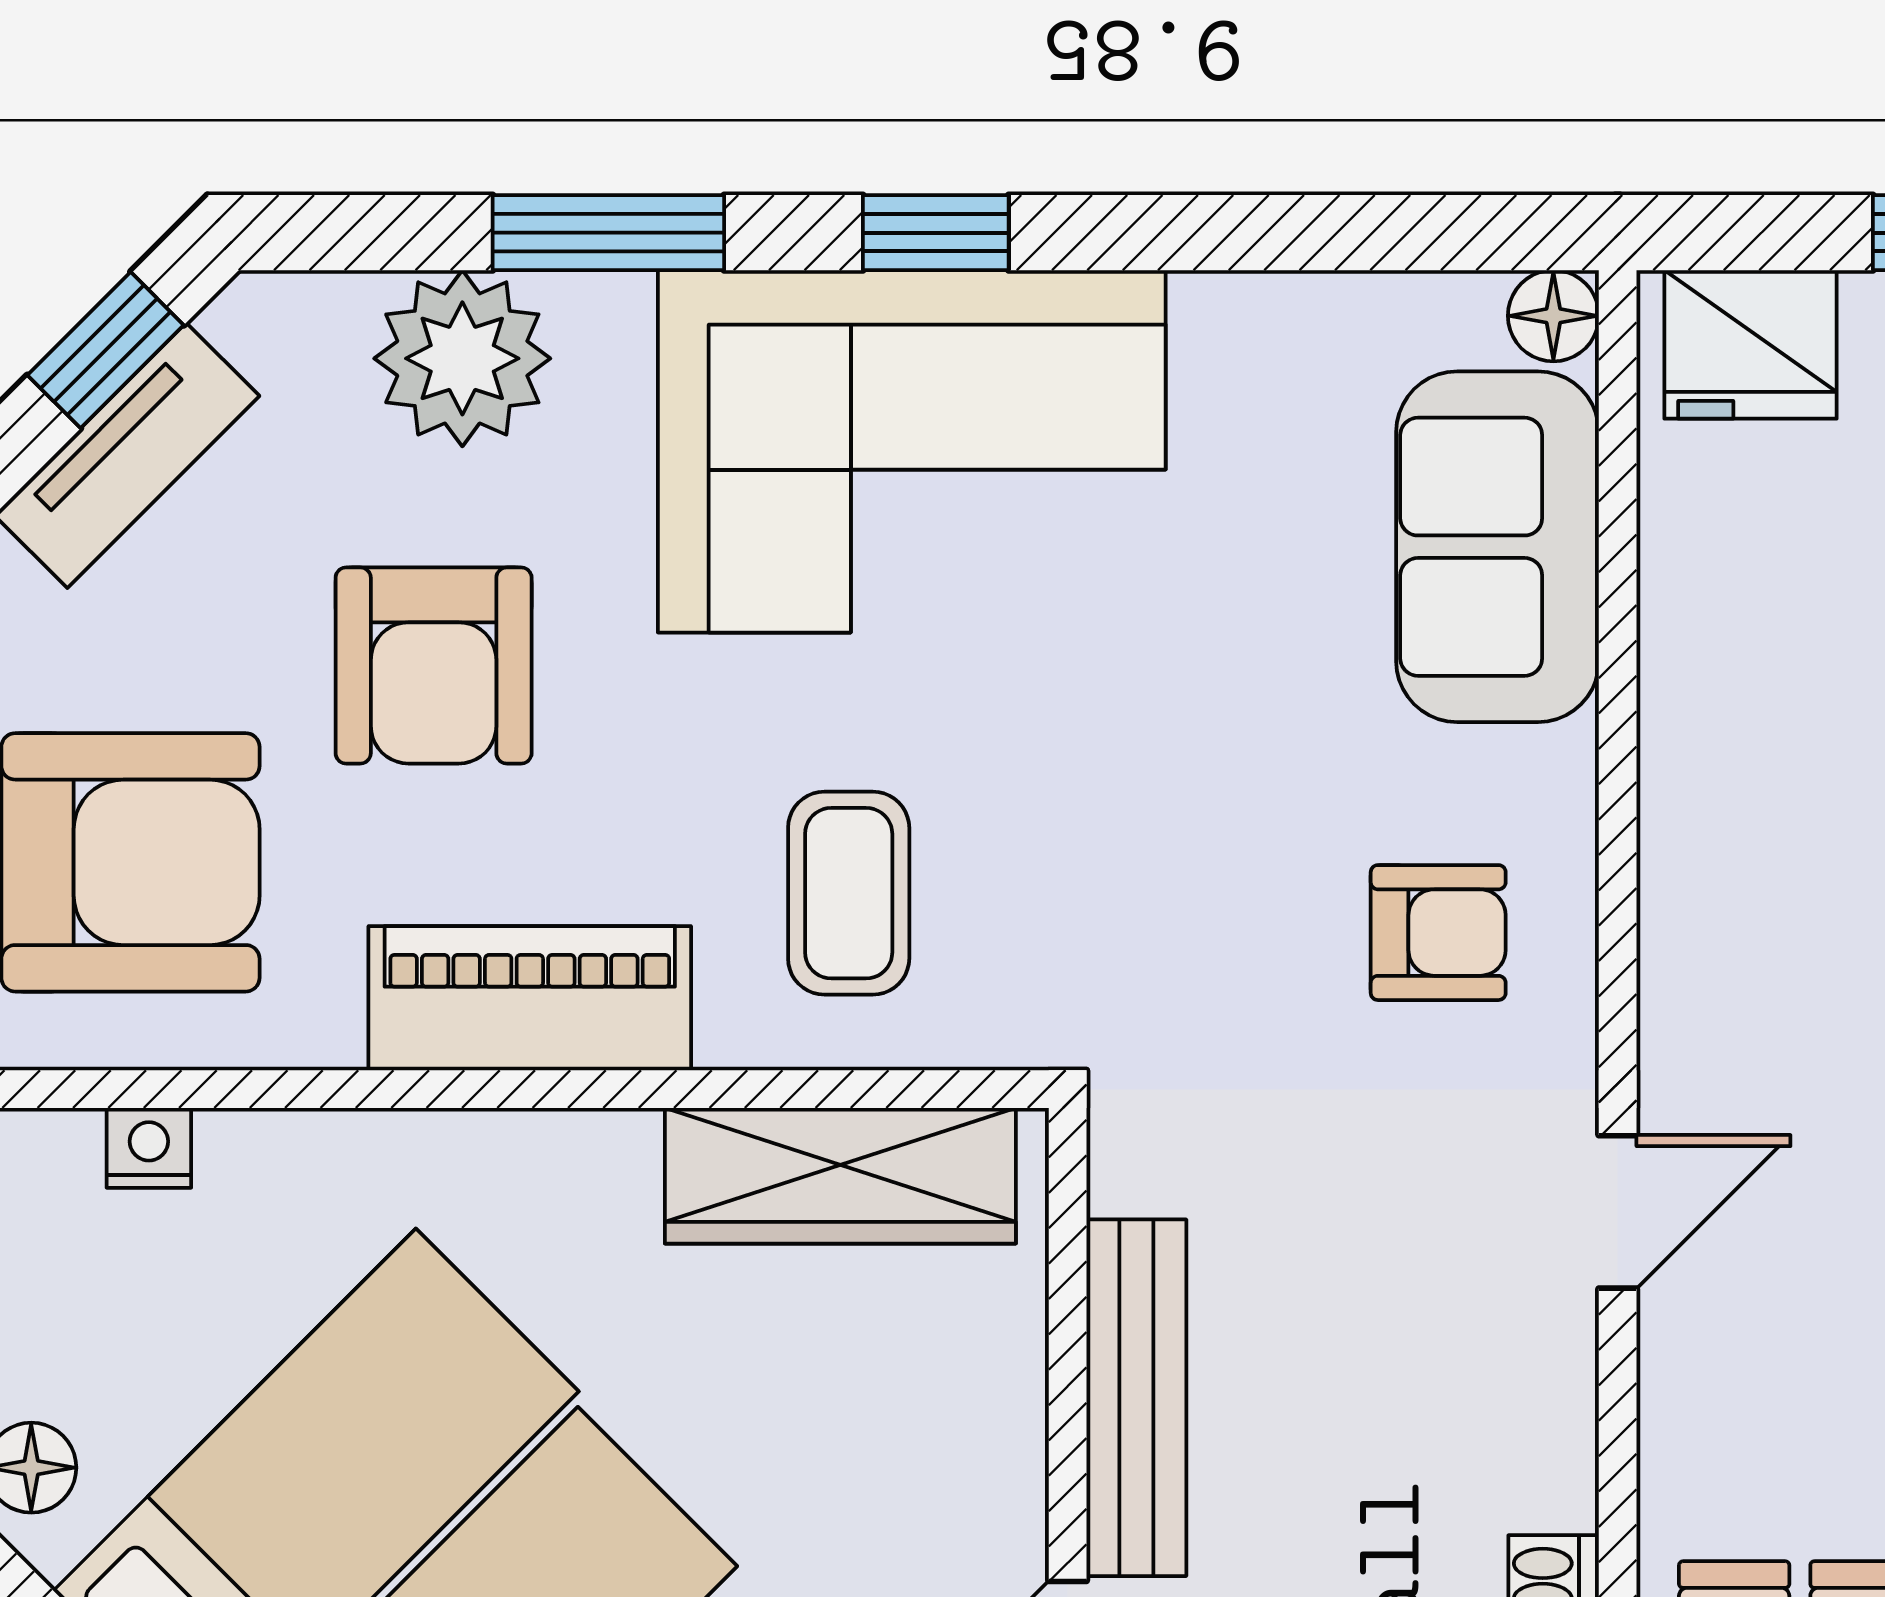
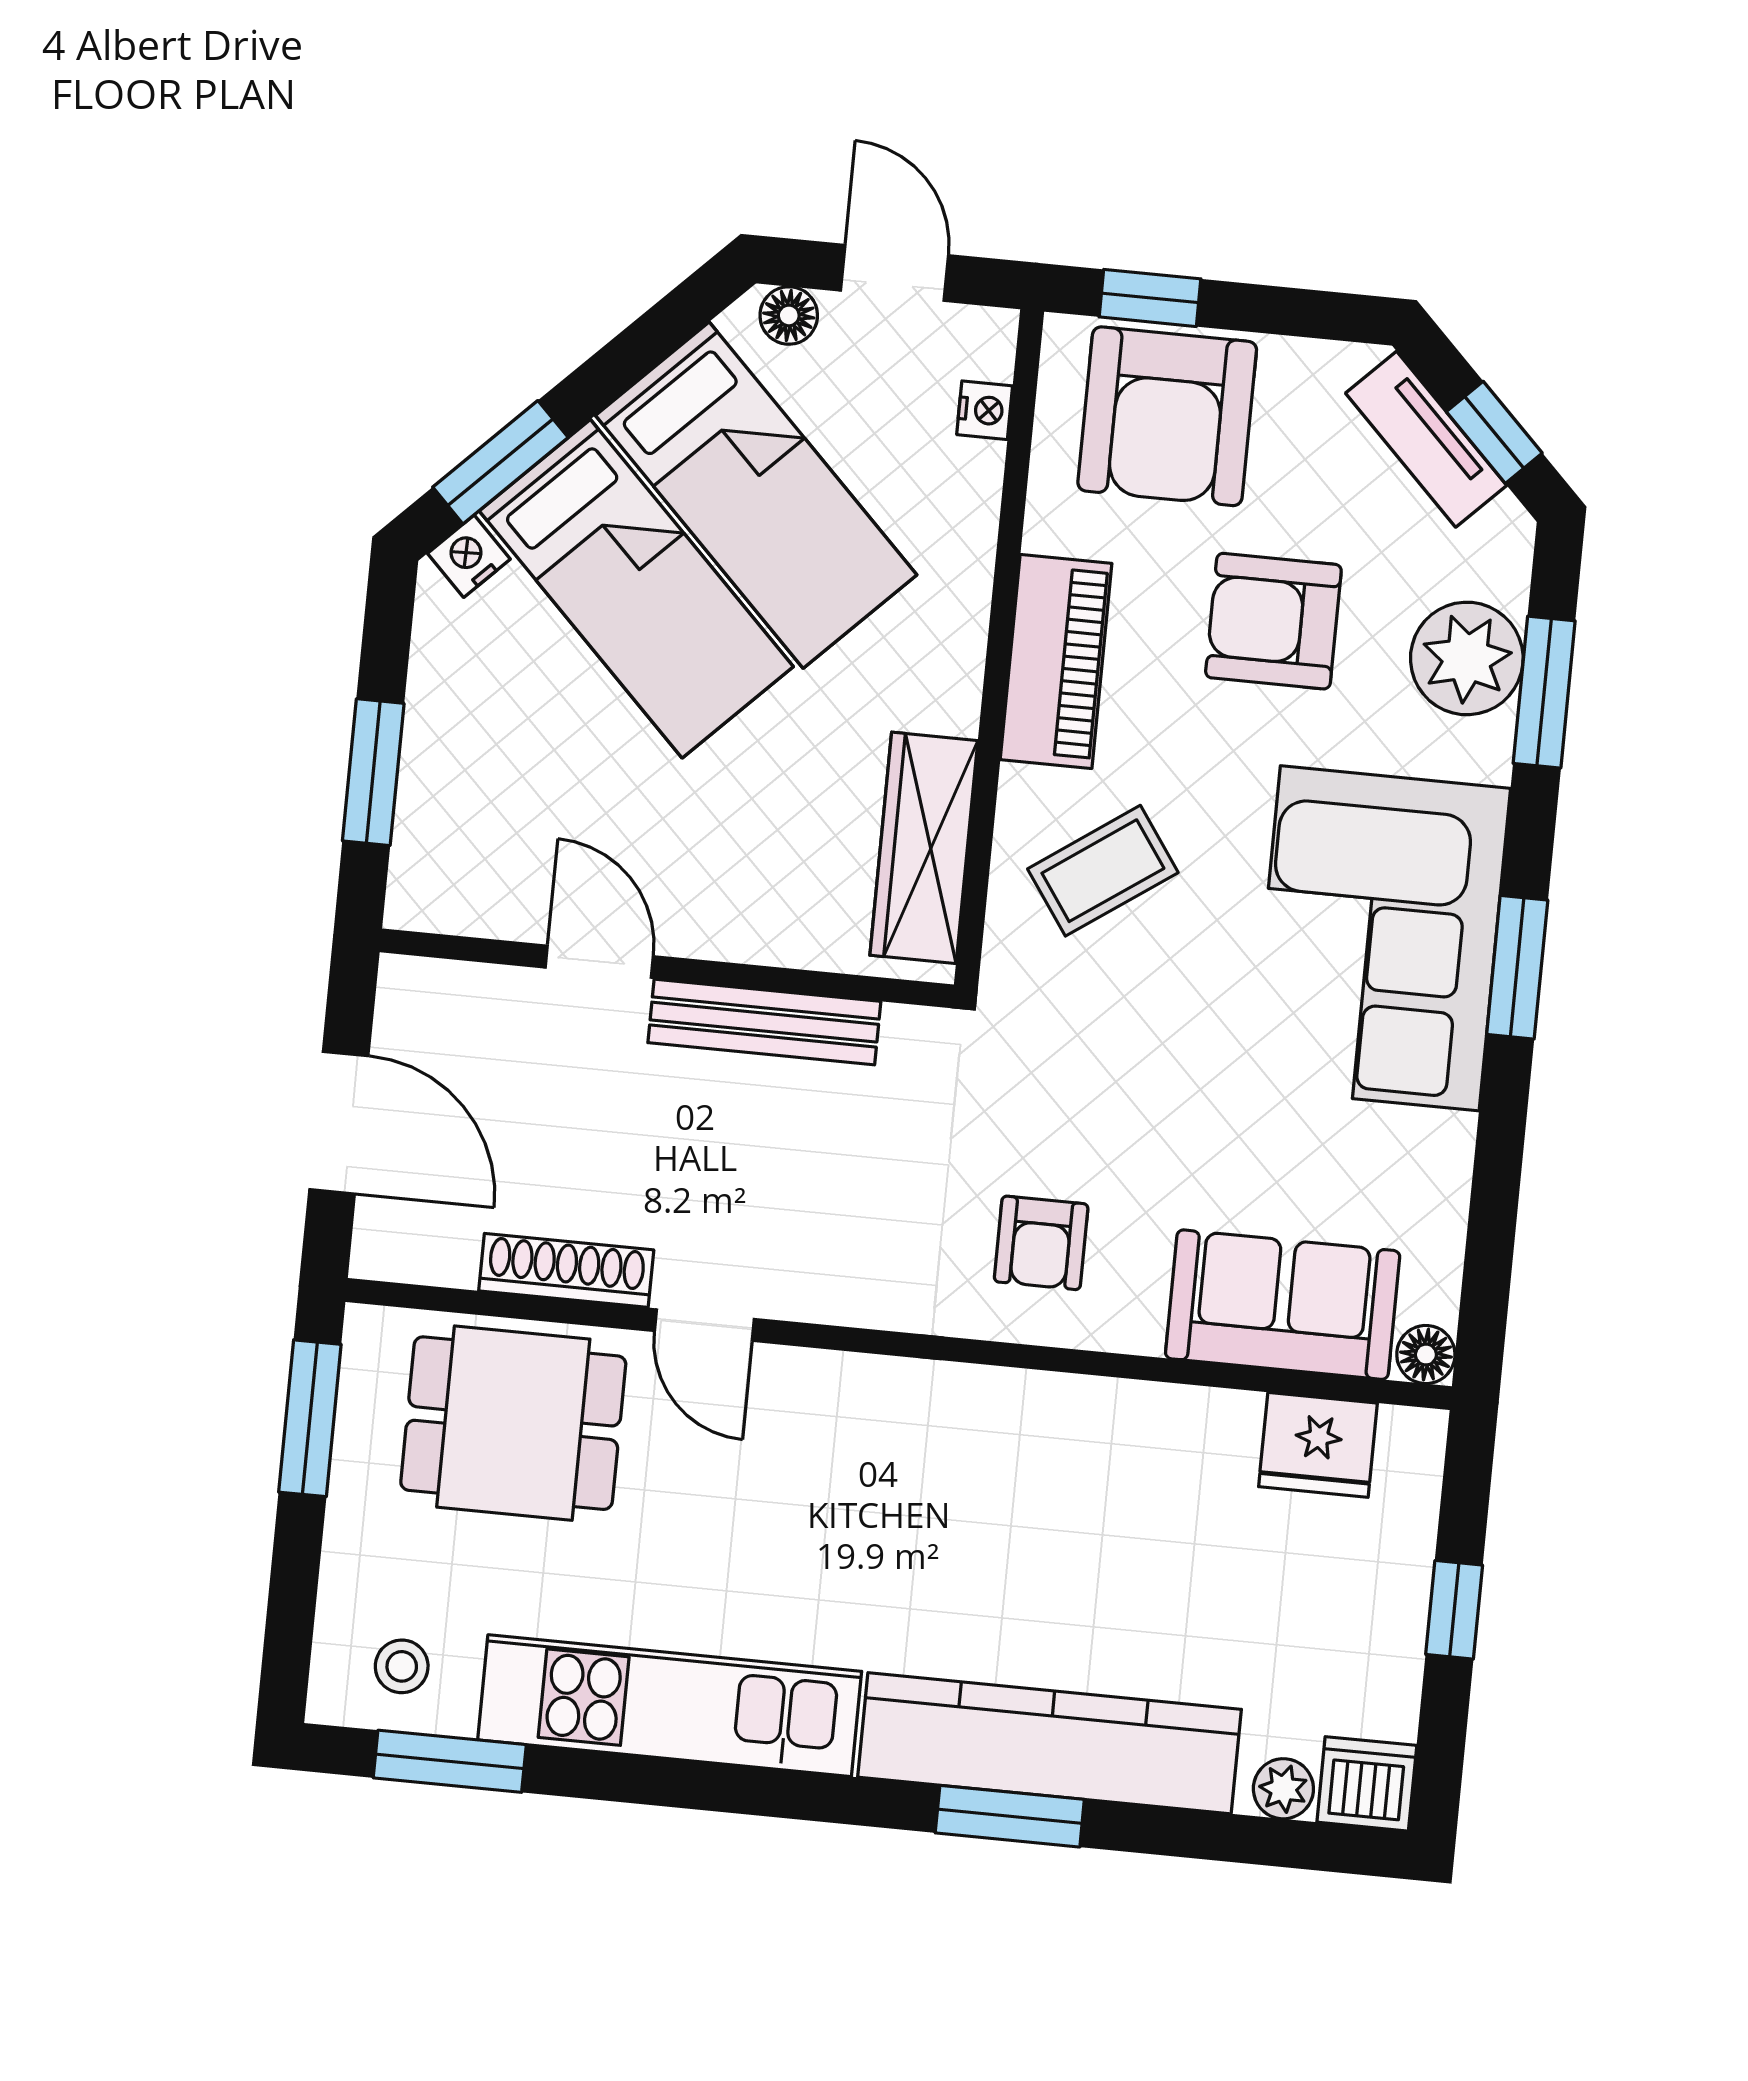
window: (608, 233) -> (1544, 692), moved
window: (936, 233) -> (1517, 967), width x1.50
fridge: (1751, 344) -> (1318, 1445), moved, turned -90
coffee table: (849, 893) -> (1103, 871), turned -35
door: (1618, 1212) -> (704, 1325), moved

